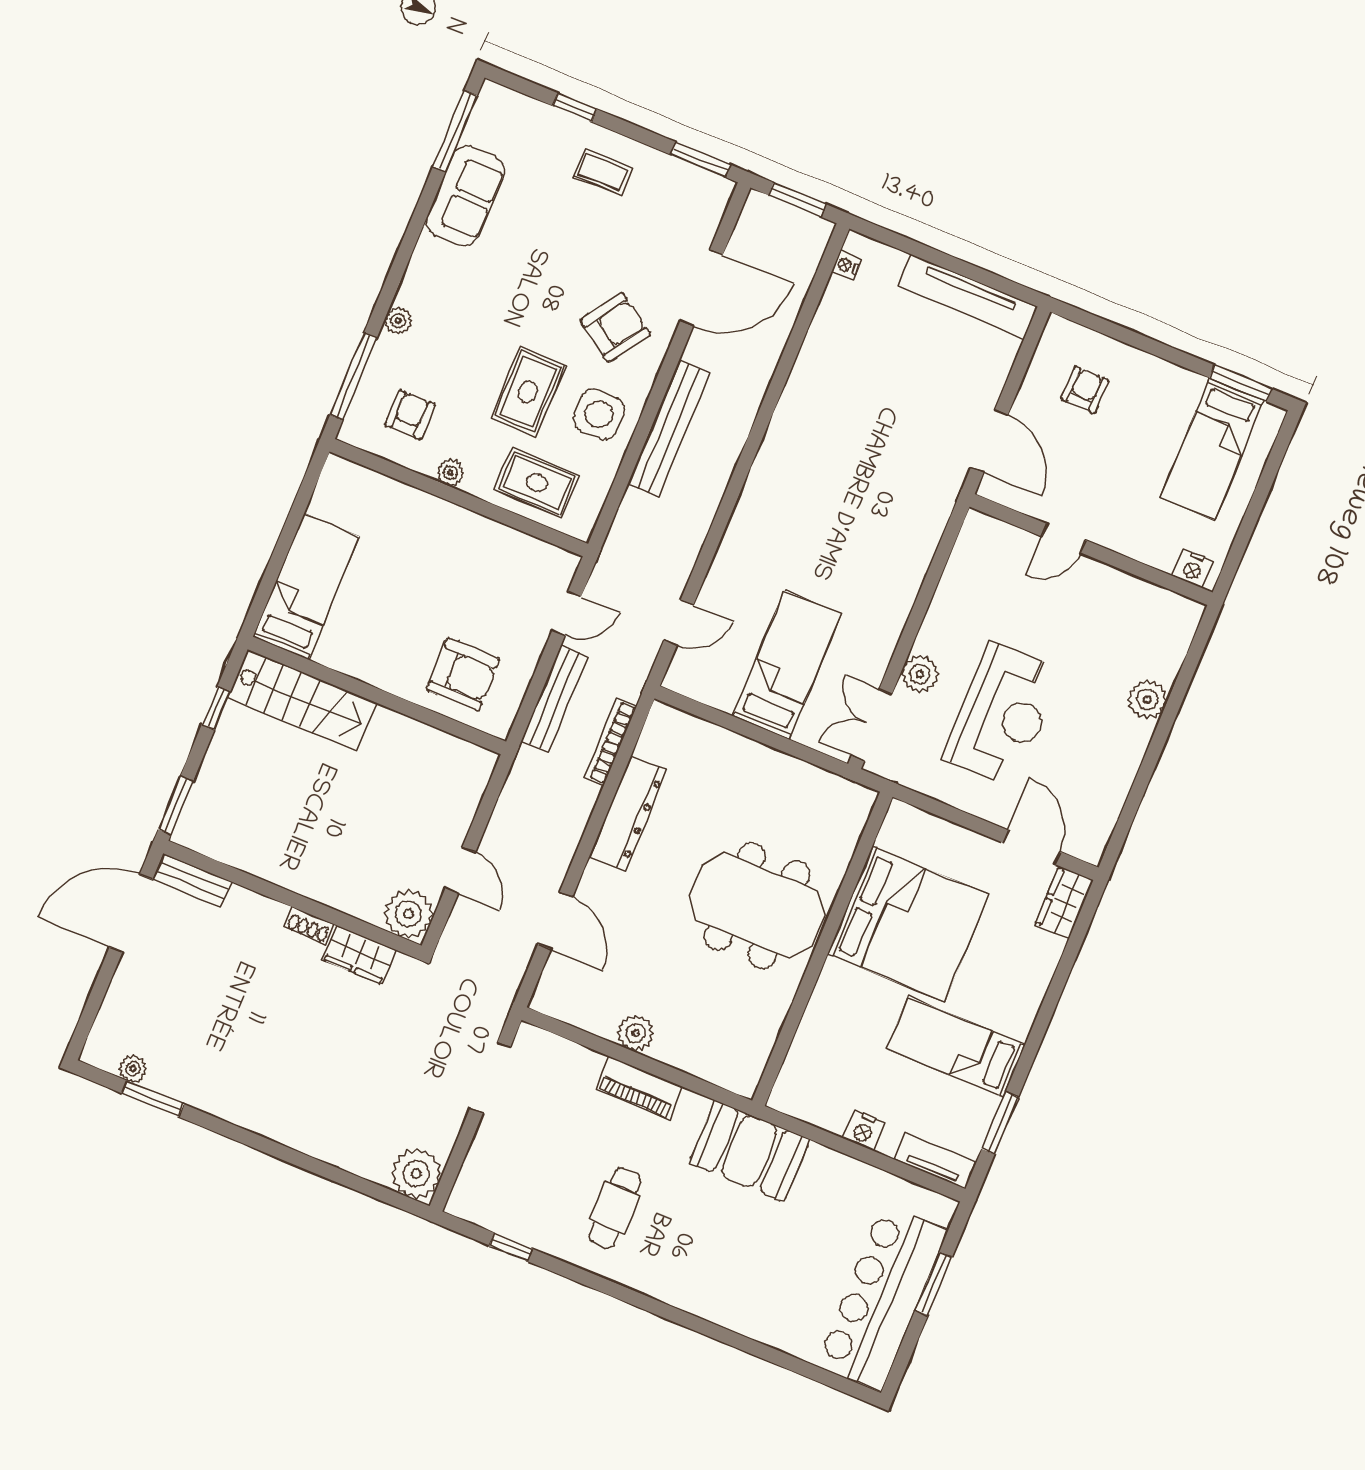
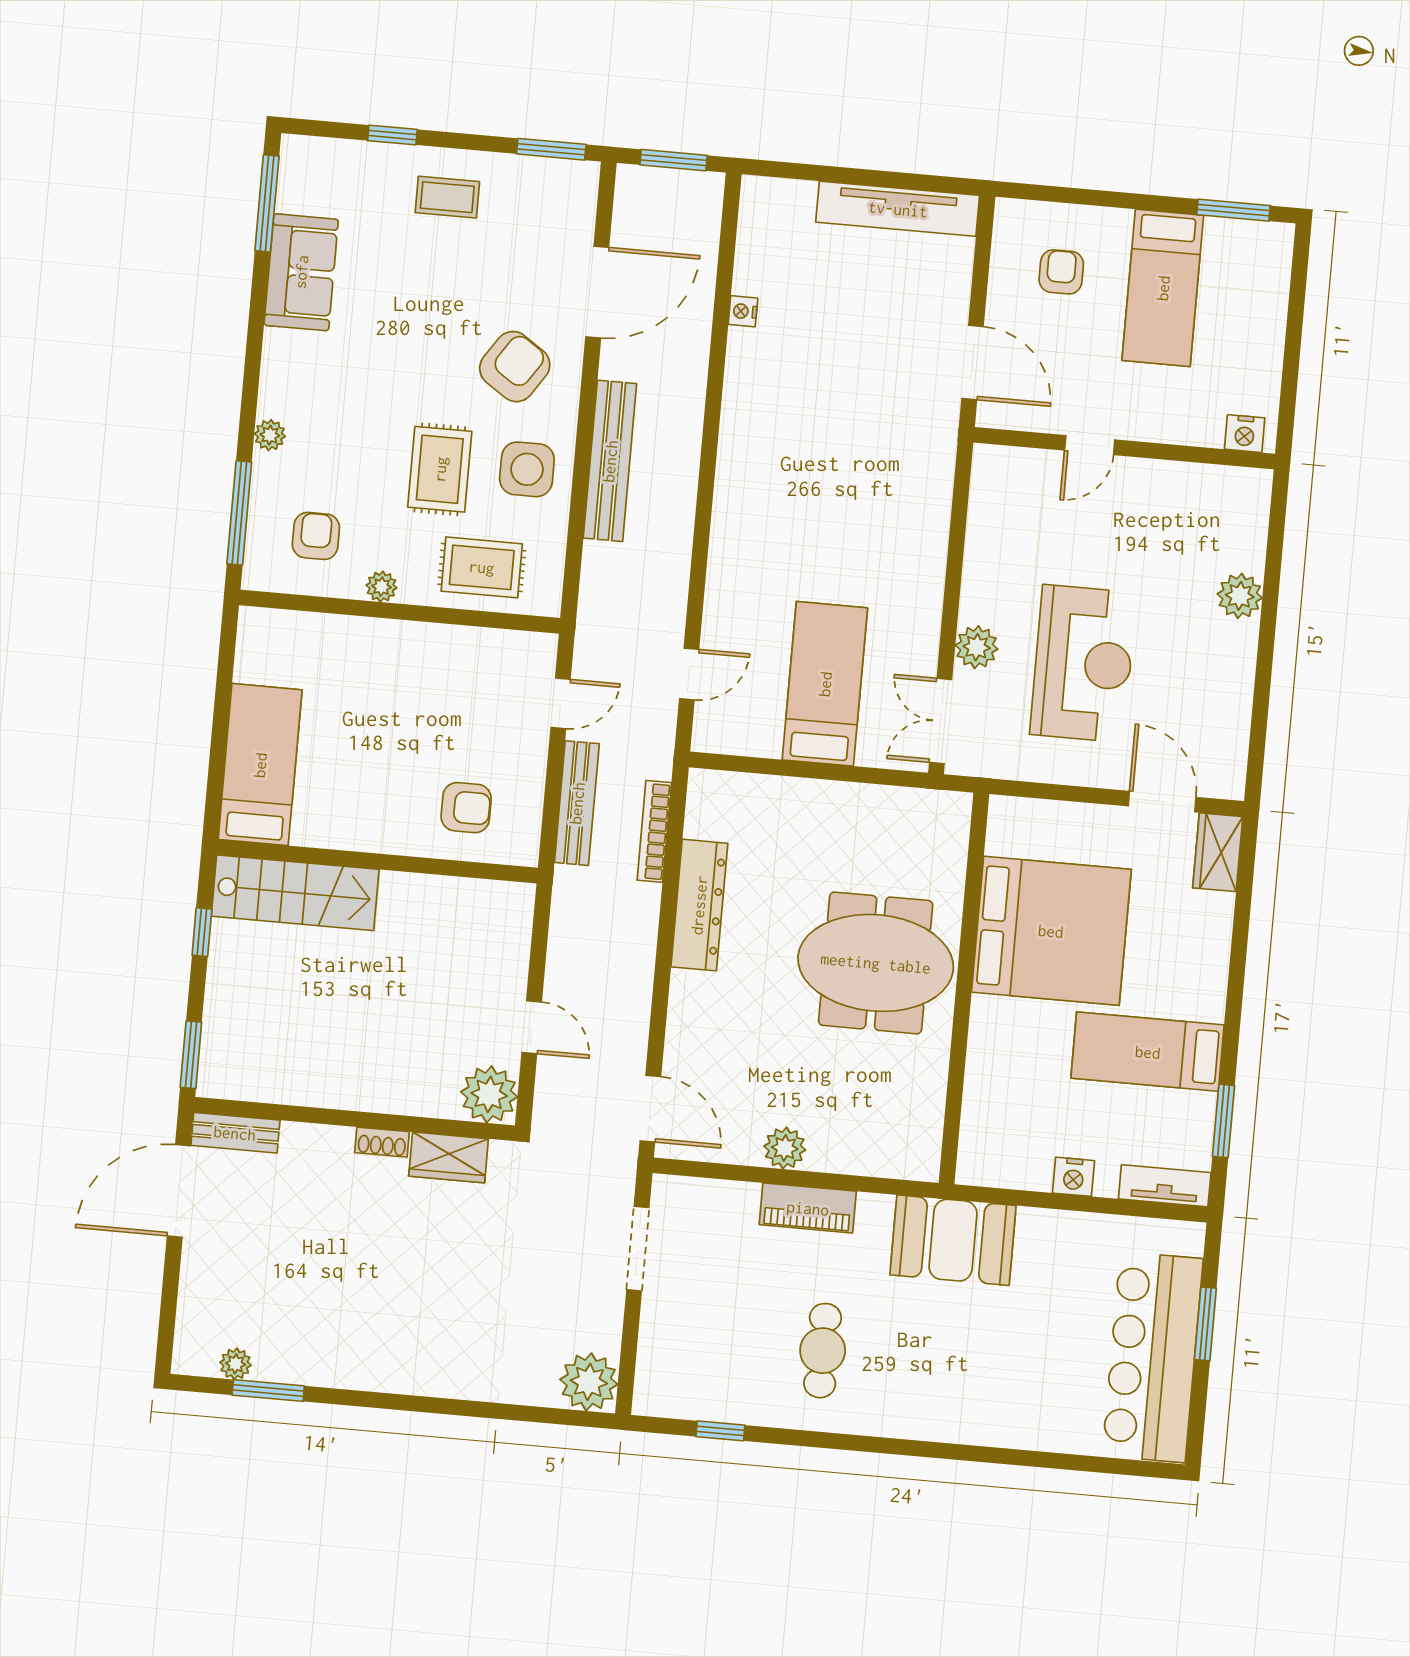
nightstand: (846, 265) -> (743, 311), moved
bed: (1212, 449) -> (1163, 288), moved
armchair: (463, 674) -> (466, 808), width x0.72, depth x0.72
door: (555, 920) -> (650, 1109), moved

